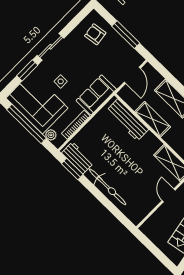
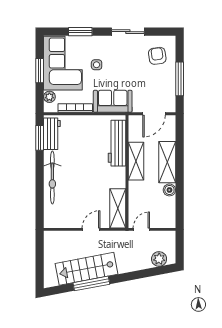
sliding door: (51, 47) -> (128, 32), moved
window: (27, 124) -> (40, 71), width x0.47

